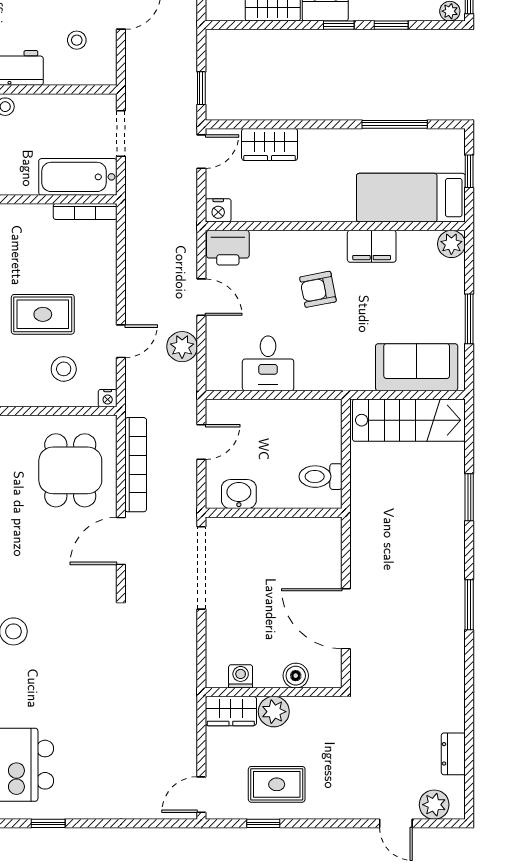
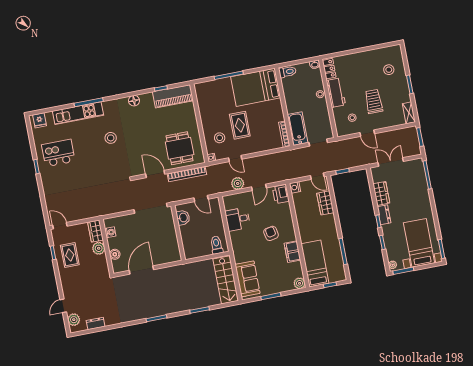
dining table: (70, 470) -> (180, 148), turned 90
toilet: (321, 477) -> (217, 245), moved

